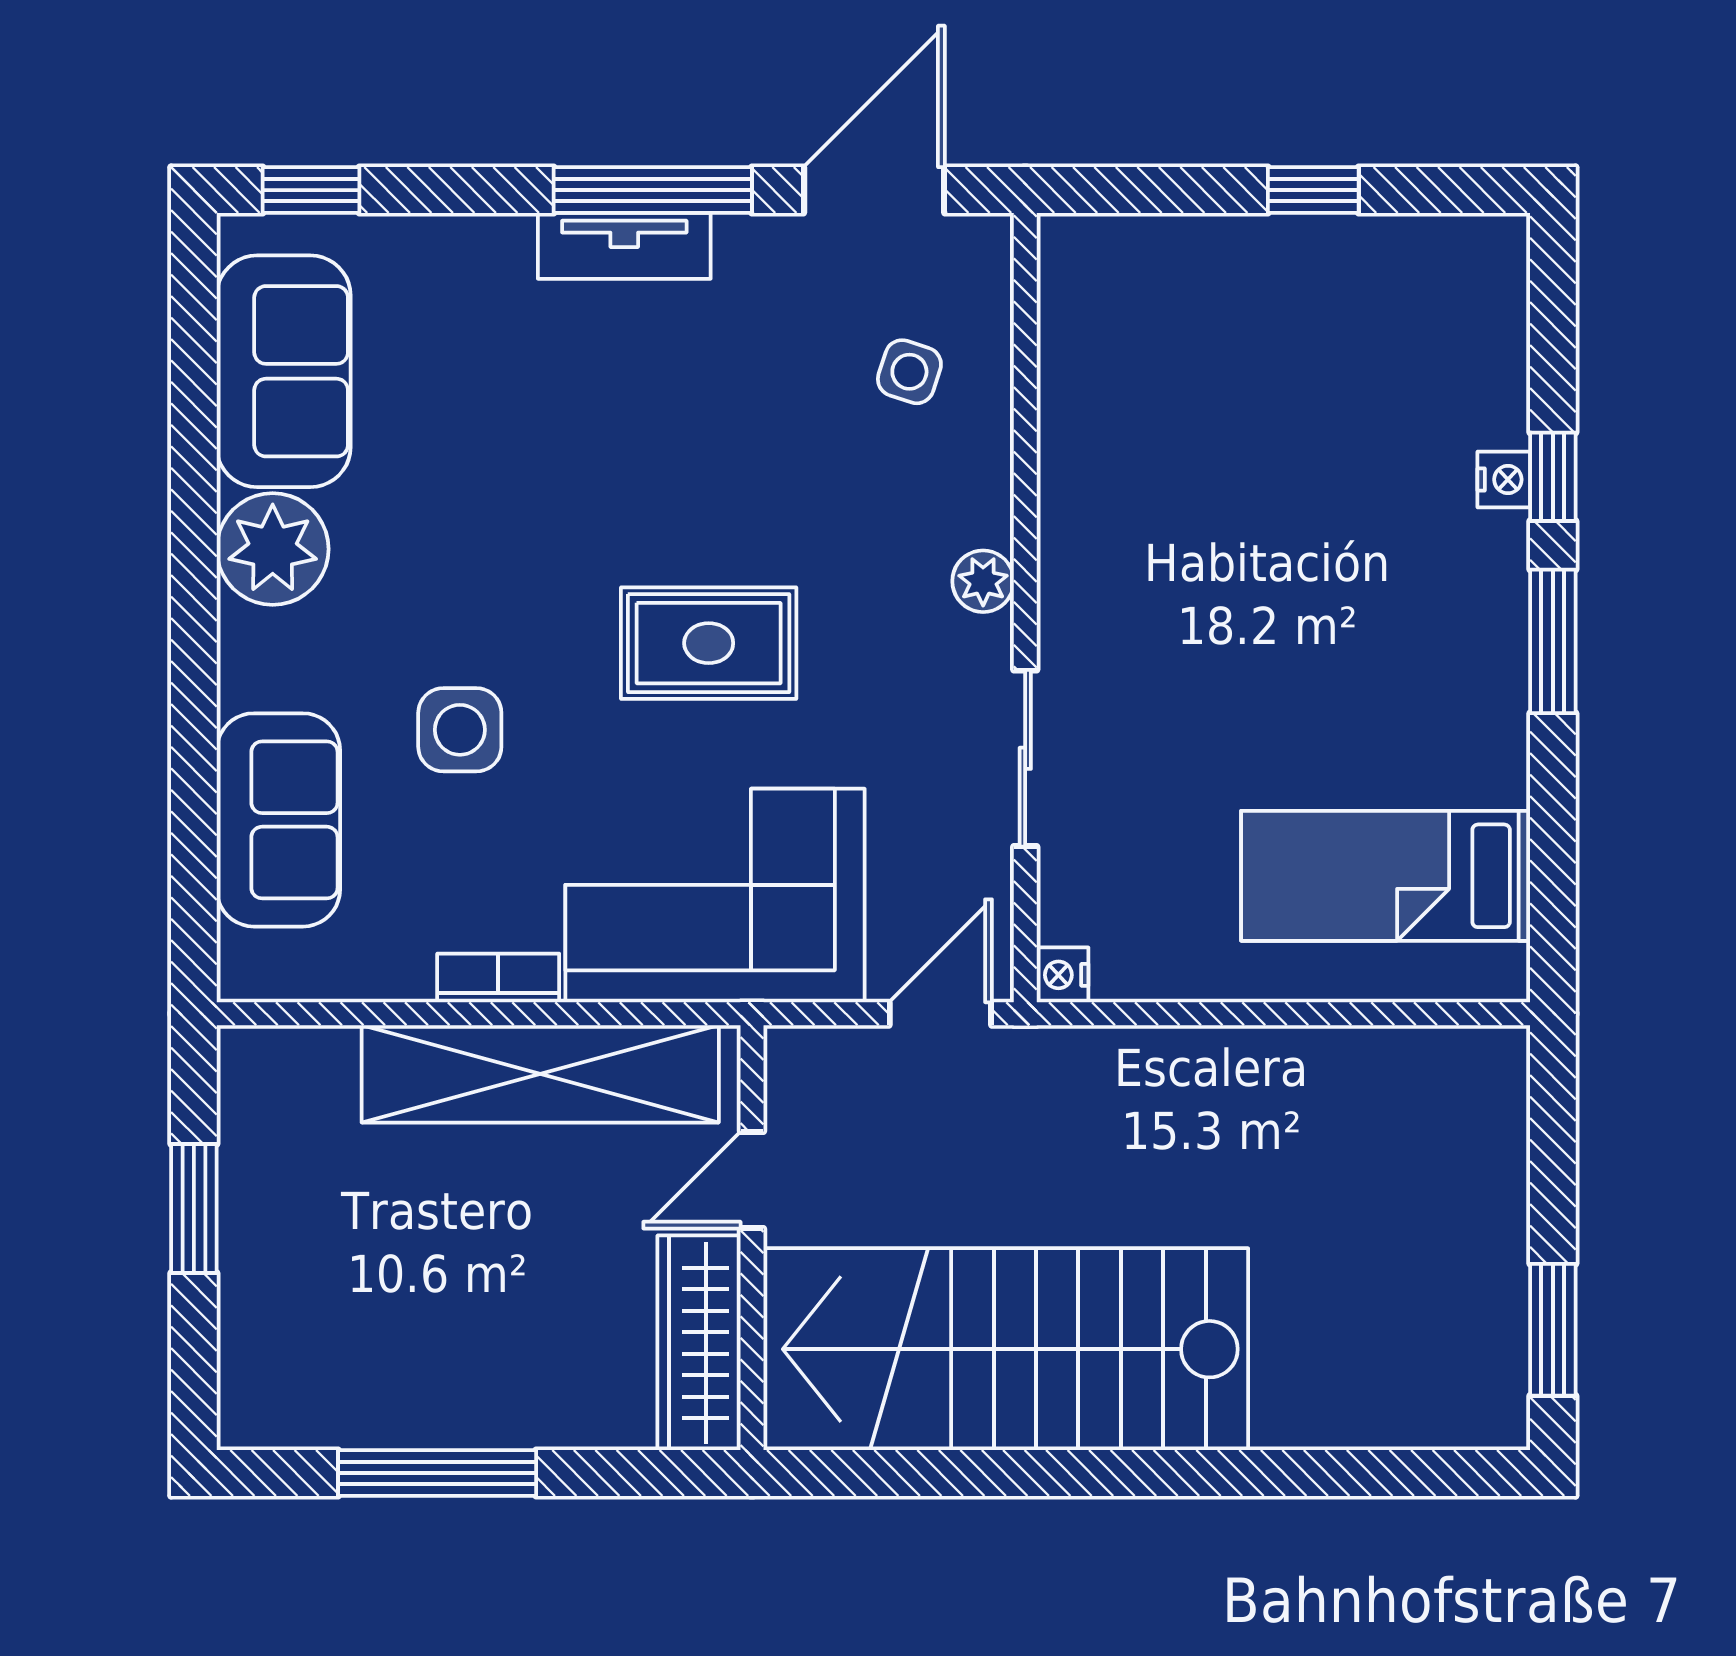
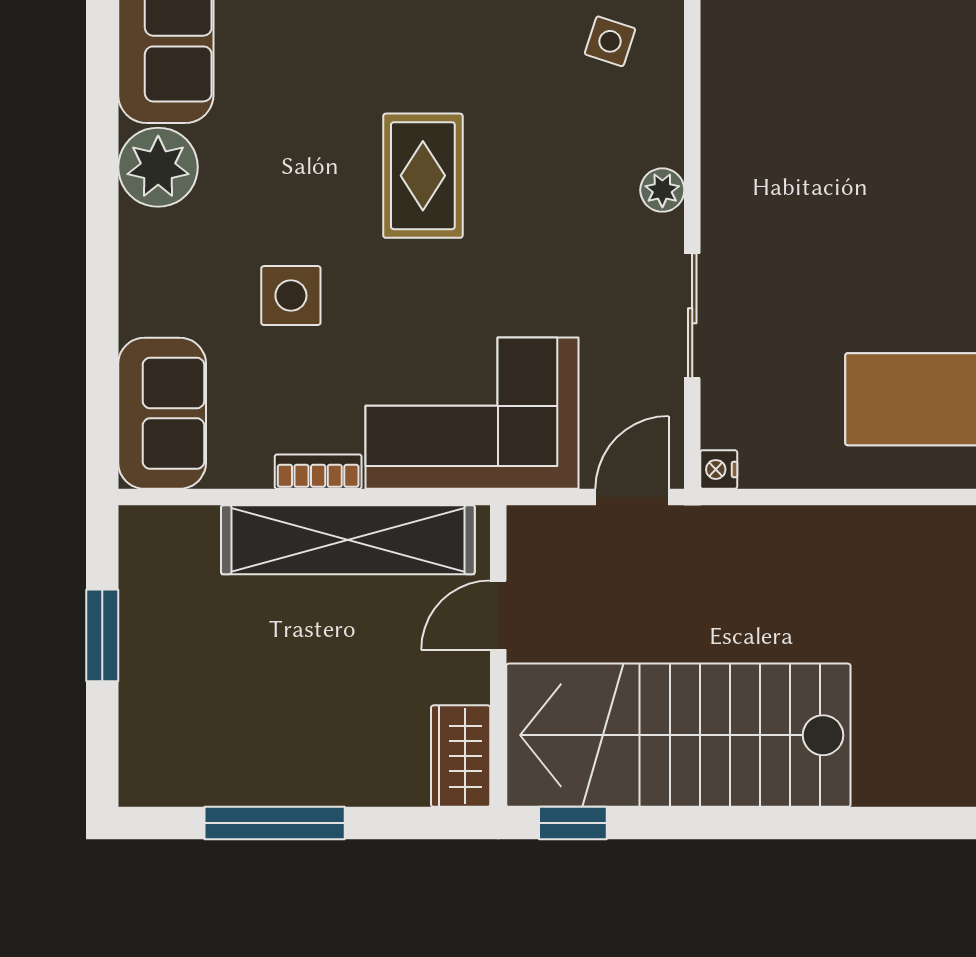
rug: (709, 643) -> (423, 176), moved, turned 90
sofa: (278, 820) -> (162, 413), moved
wardrobe: (699, 1343) -> (461, 756), width x0.67
window: (857, 1473) -> (573, 823), added

